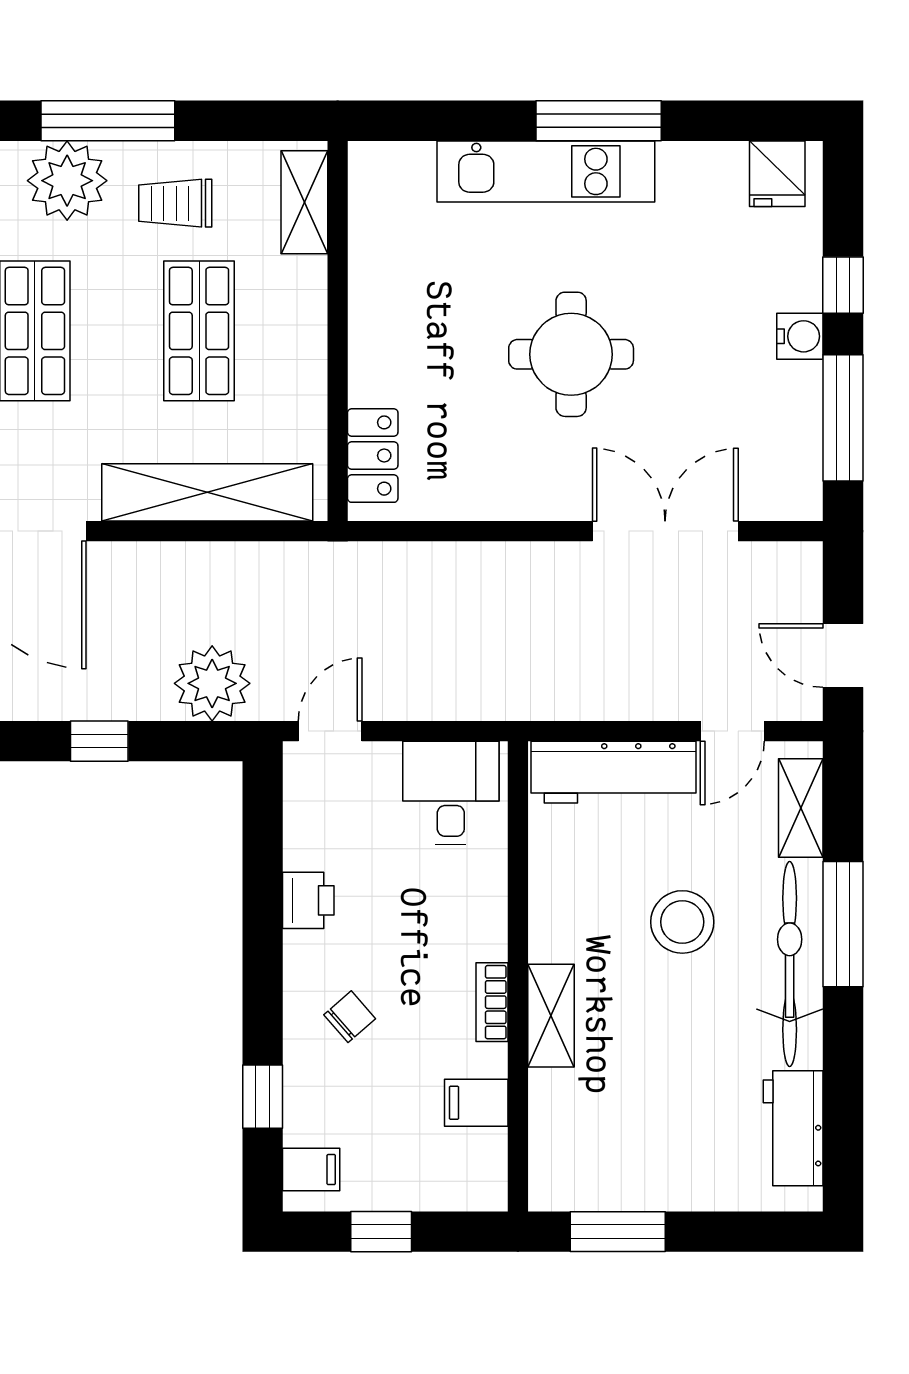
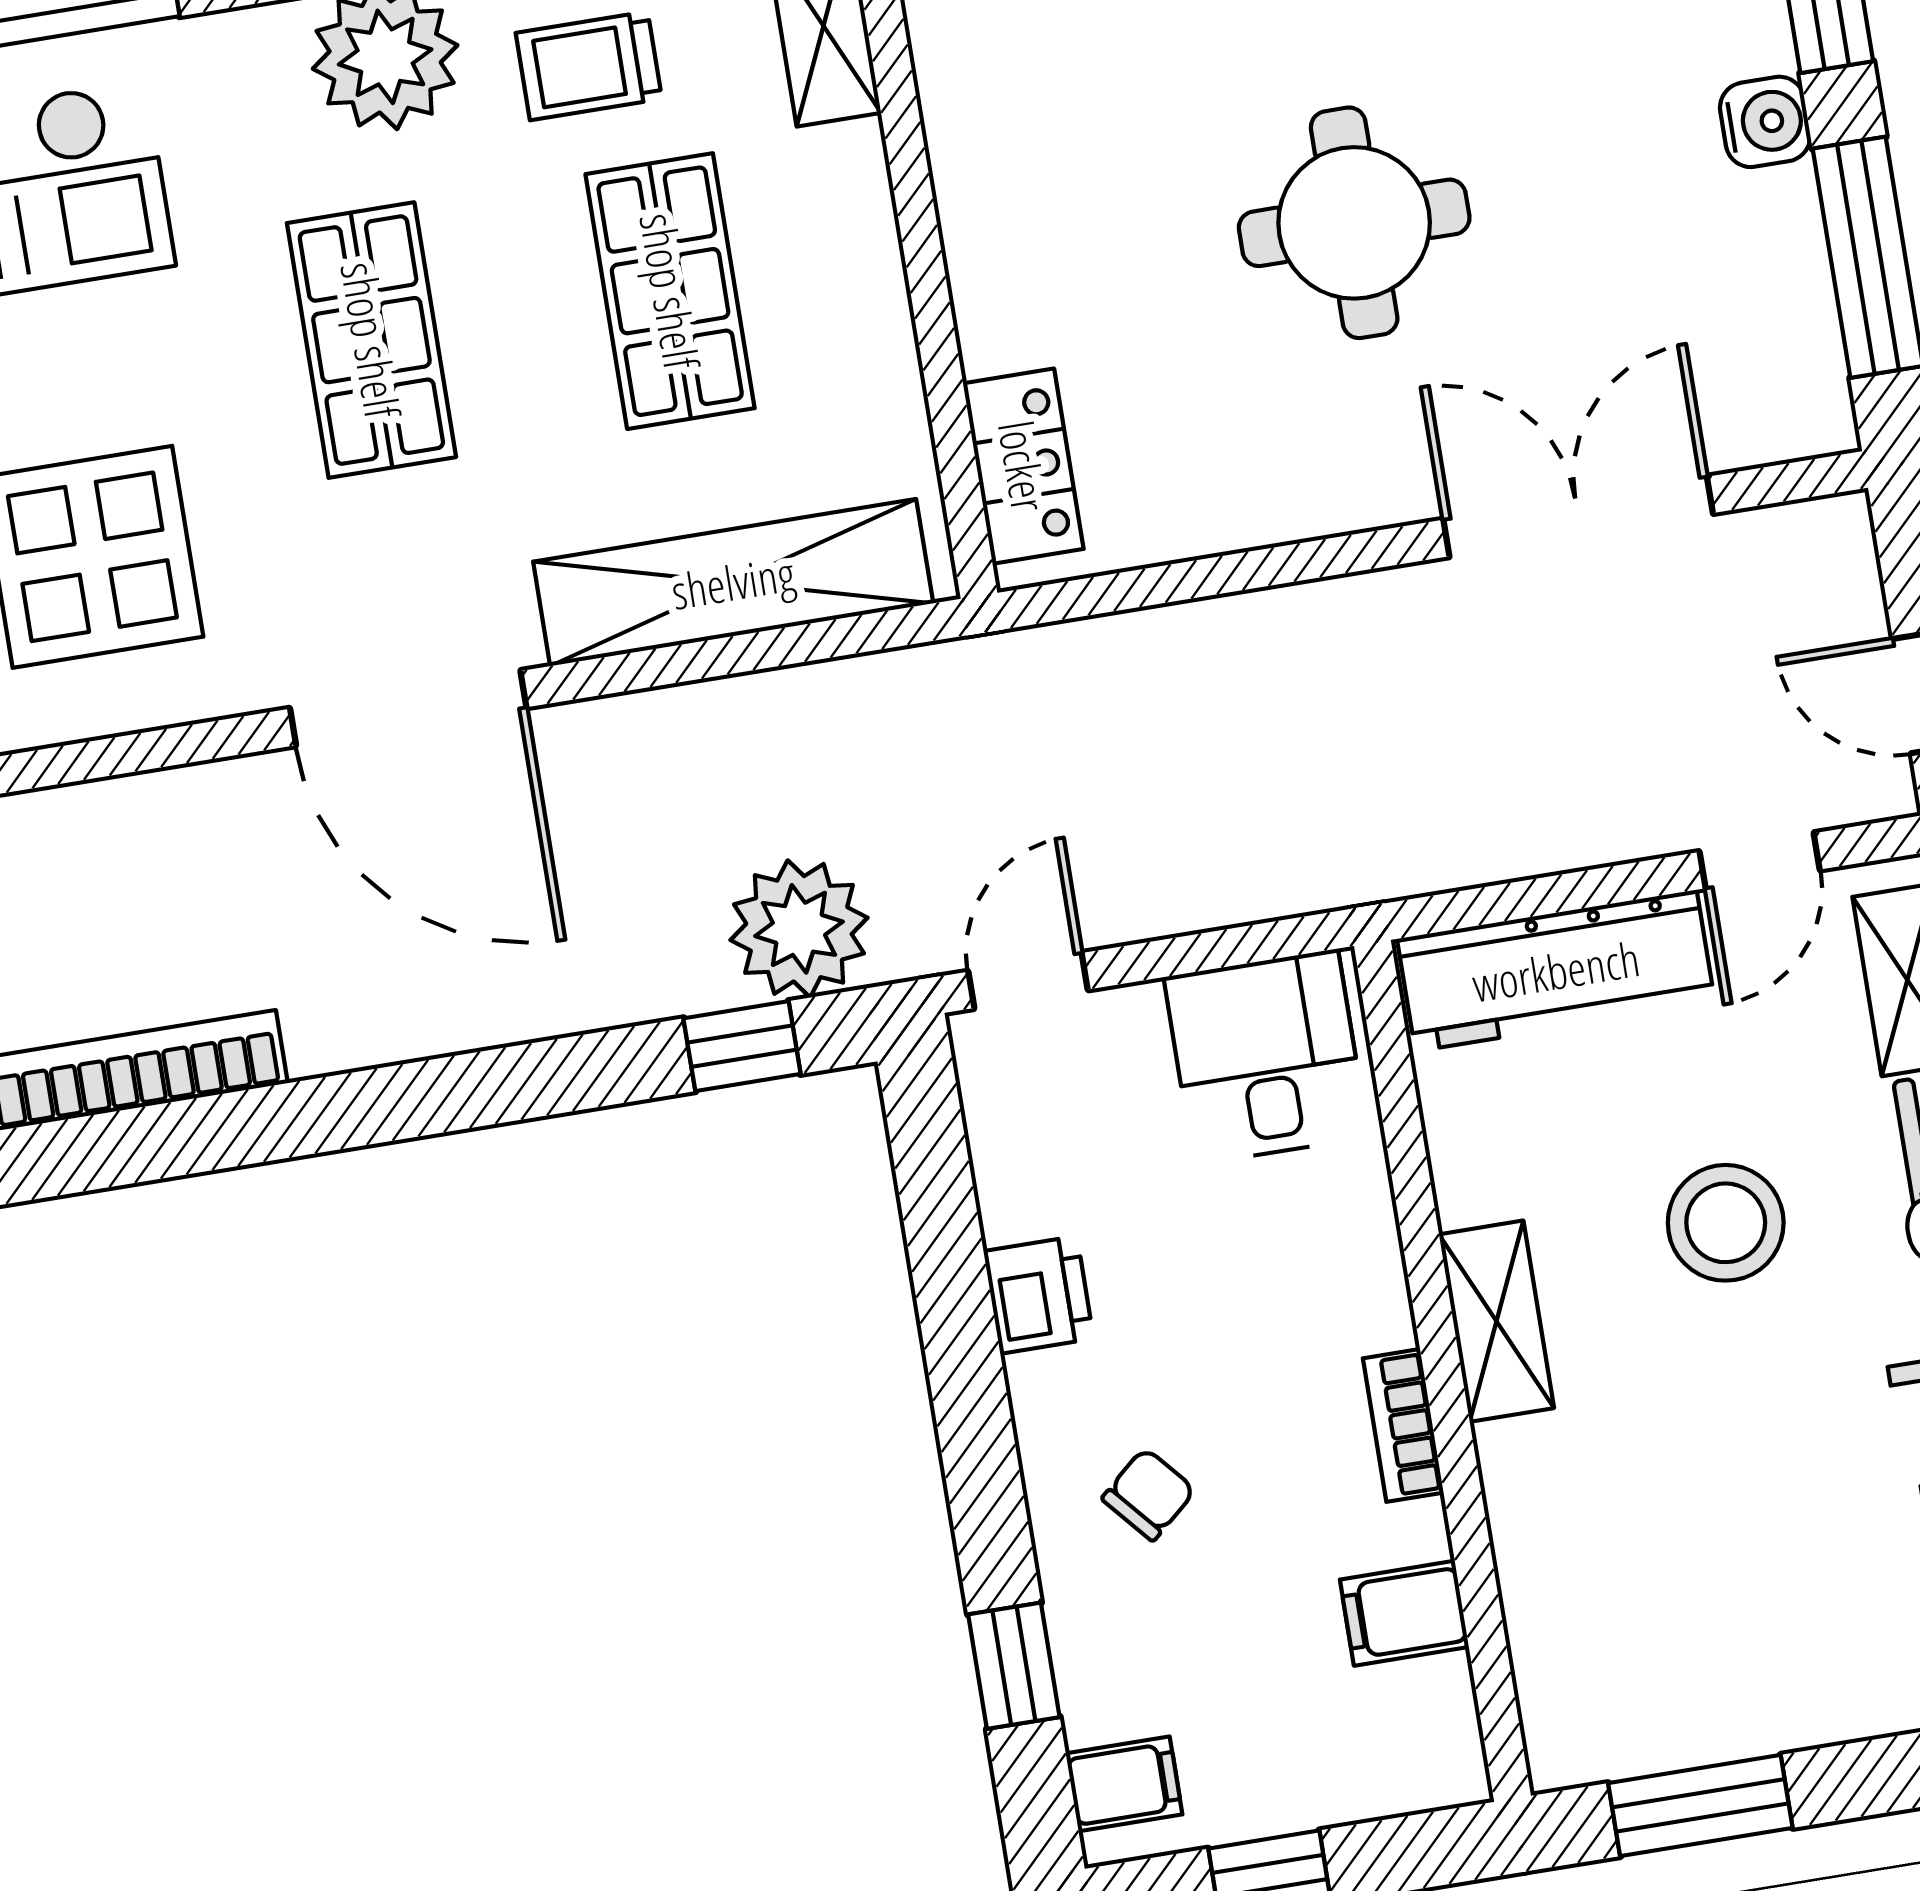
window: (99, 741) -> (742, 1046), moved
shelving: (551, 1016) -> (1496, 1321), moved

